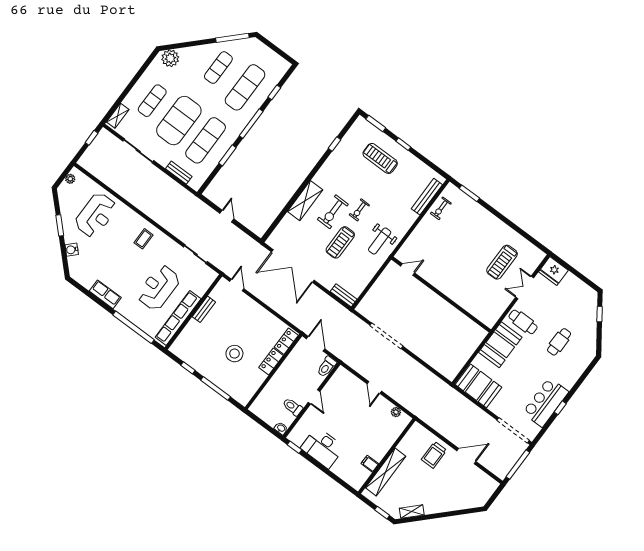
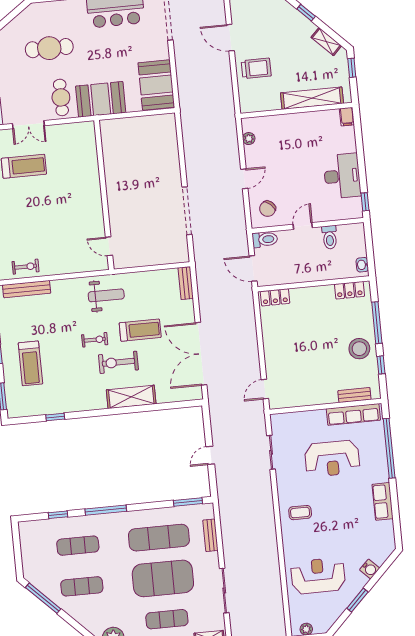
exercise mat: (245, 87) -> (78, 546), width x0.73, depth x0.69
window: (227, 155) -> (188, 502), moved
exercise bike: (333, 212) -> (118, 362), turned 180
double door: (293, 266) -> (201, 354), swing flipped
bench: (204, 309) -> (354, 395), moved
row of seats: (178, 318) -> (353, 414), width x0.73
cafe table: (559, 342) -> (49, 48), width x1.37, depth x1.35
door: (316, 344) -> (253, 268), hinge flipped
stool: (234, 354) -> (359, 349), moved
locker: (271, 361) -> (350, 290), moved
chair: (344, 385) -> (268, 209), added
washbasin: (281, 428) -> (362, 265), moved
filing cabinet: (370, 464) -> (347, 117), moved
window: (440, 515) -> (306, 13), added

